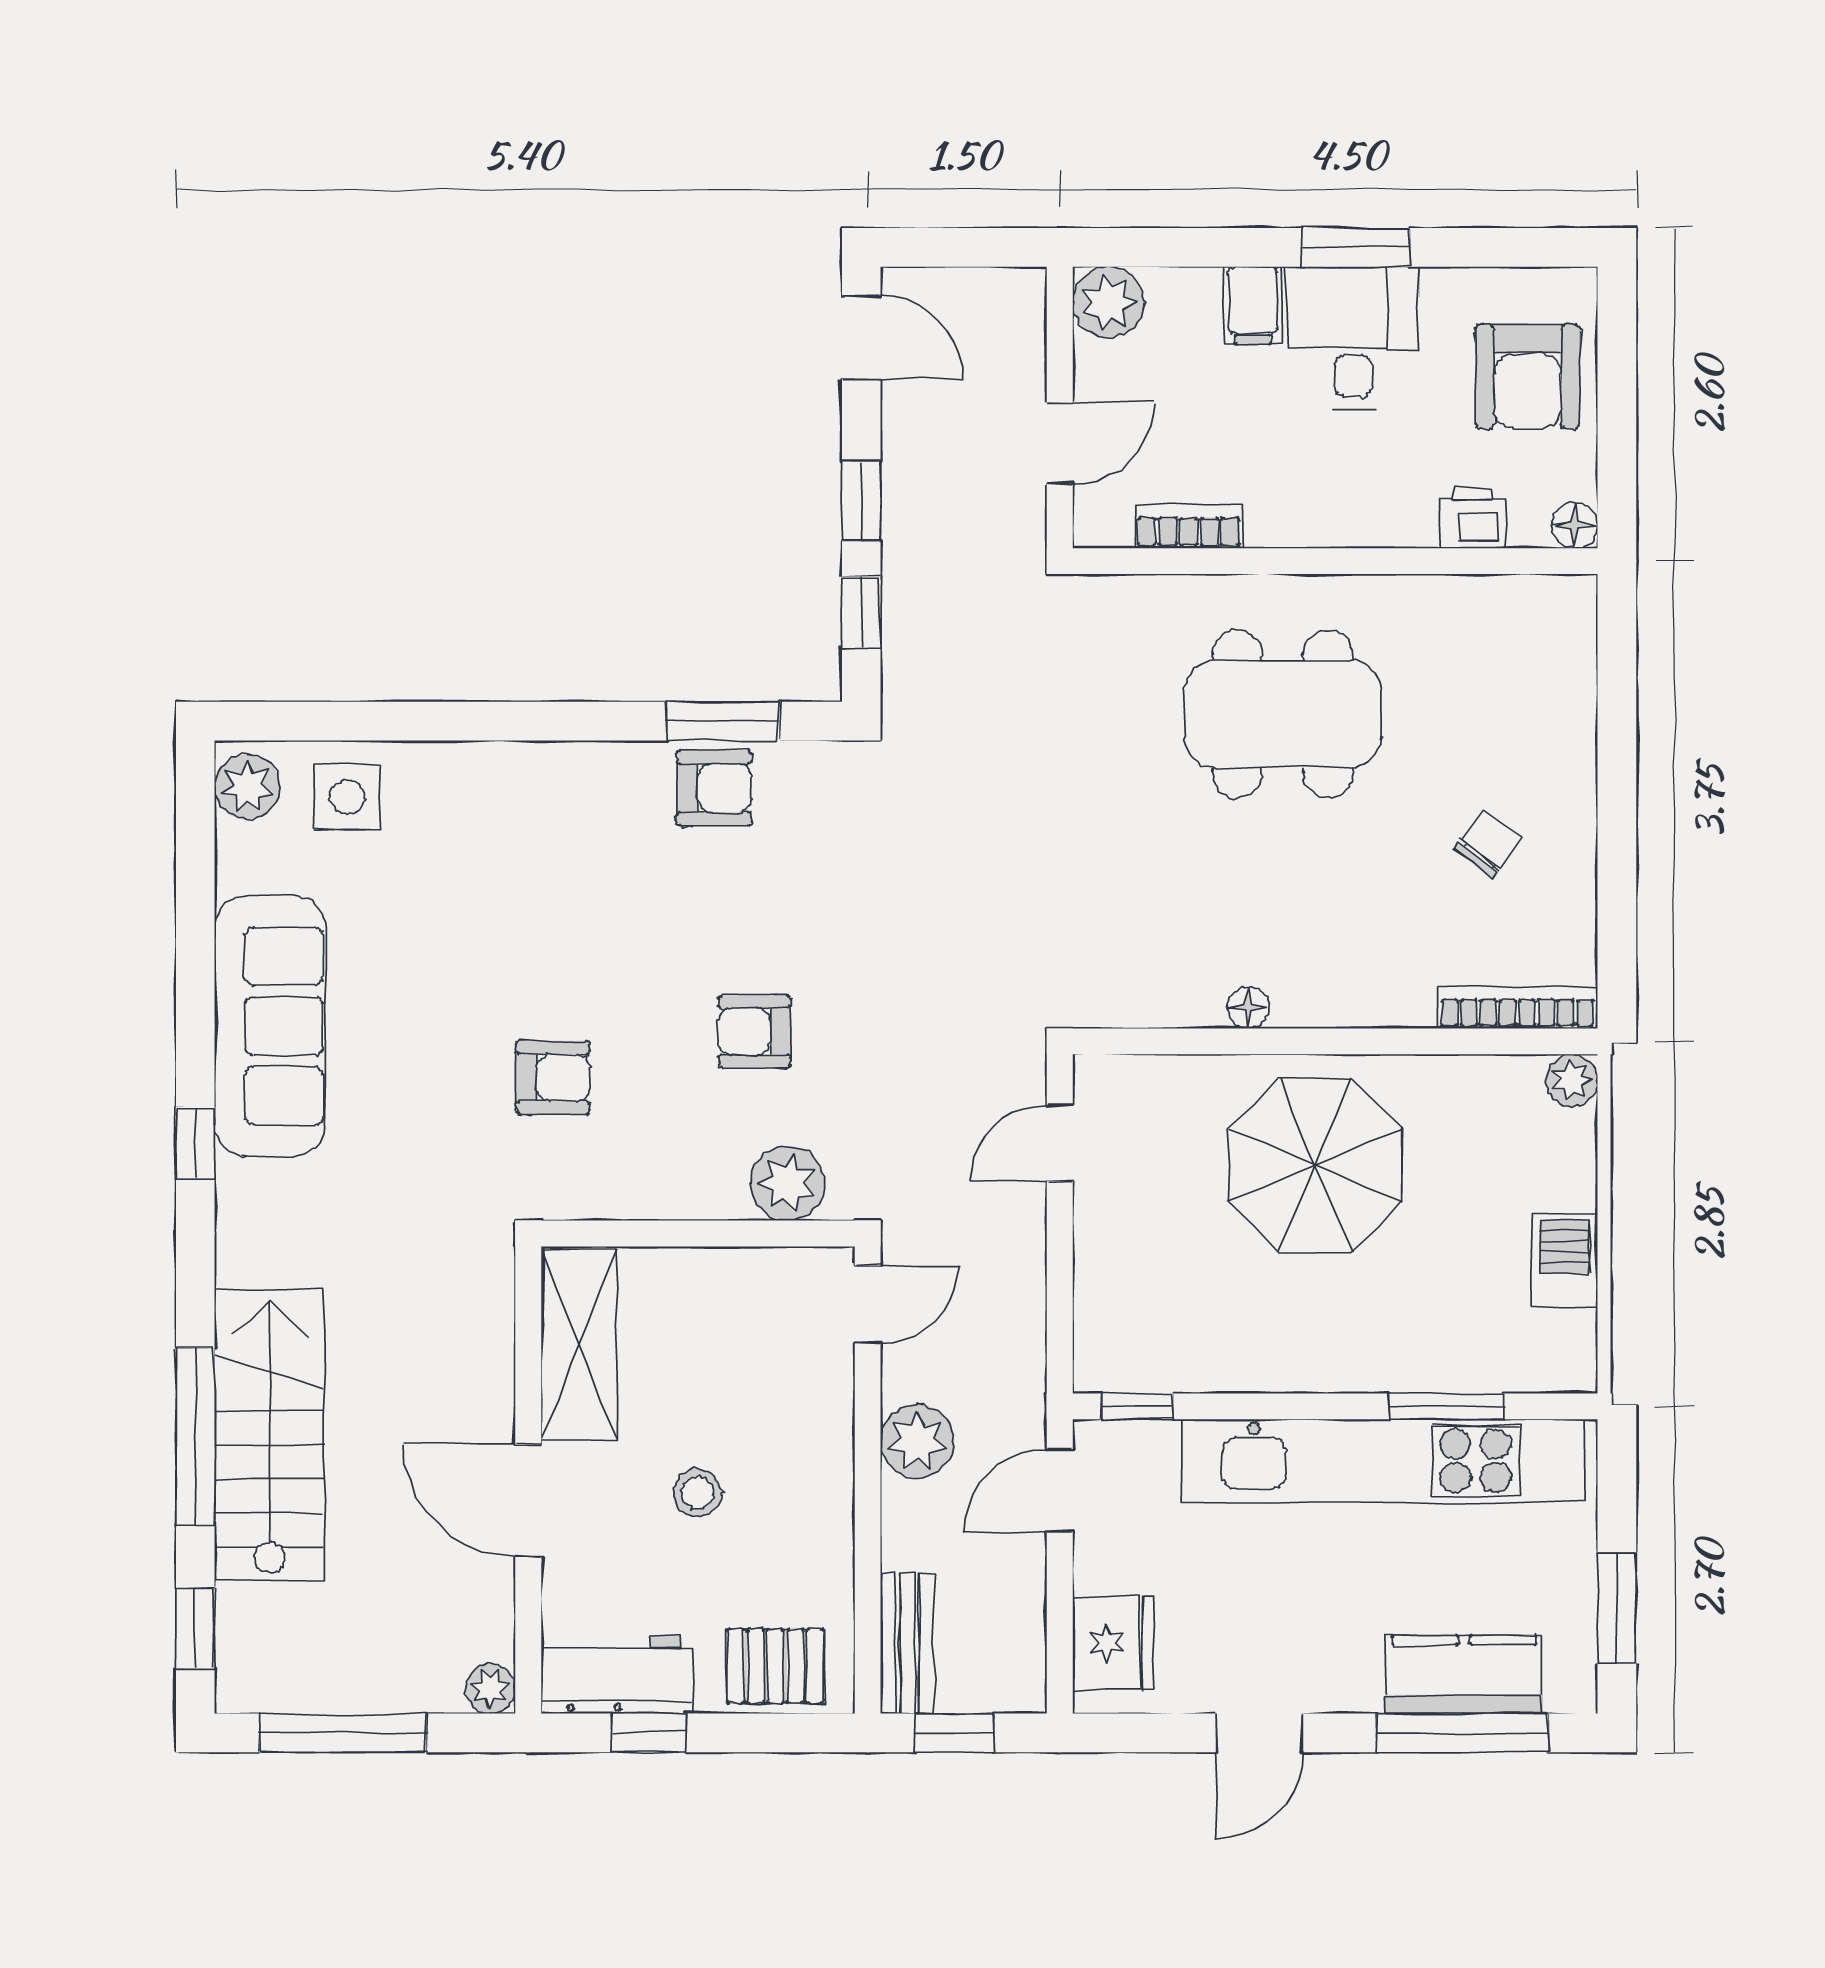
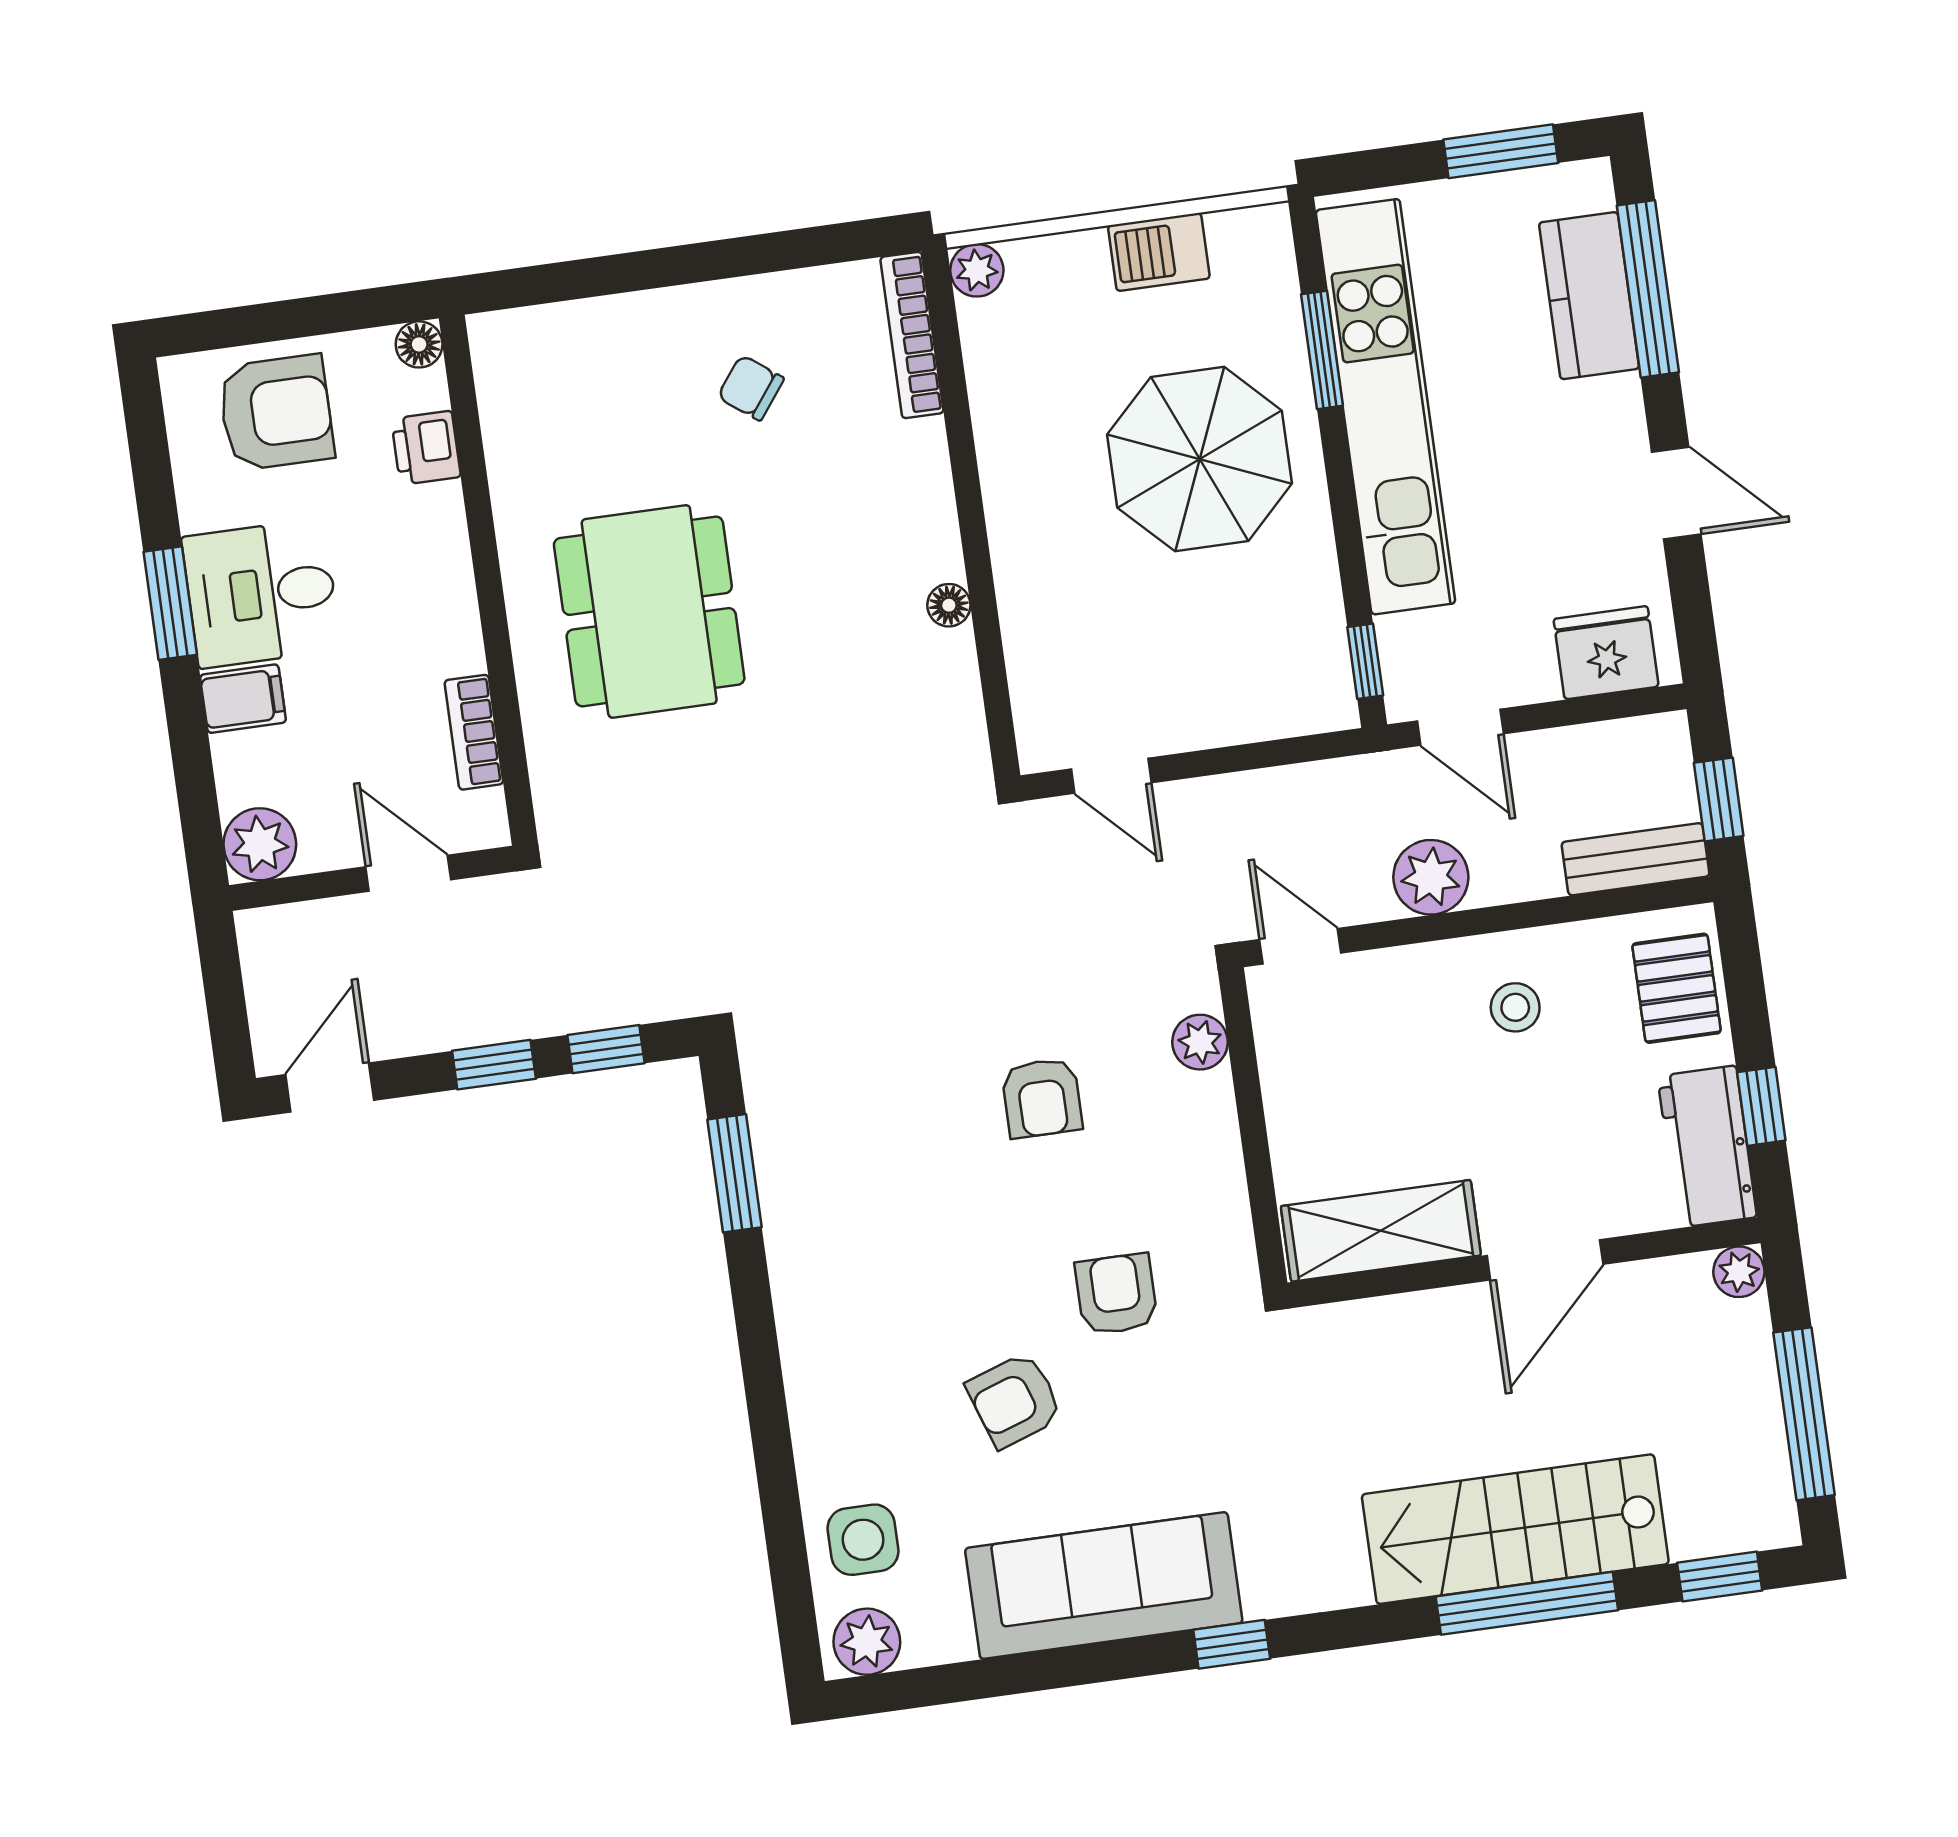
armchair: (714, 788) -> (1014, 1400), moved, turned -109
parasol: (1315, 1165) -> (1200, 459), moved
plant: (788, 1183) -> (1200, 1042), width x0.73, depth x0.73
stool: (697, 1493) -> (1515, 1007), moved

